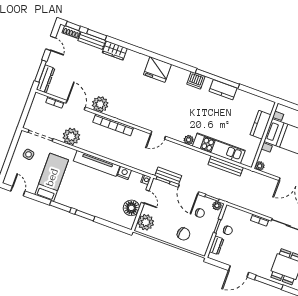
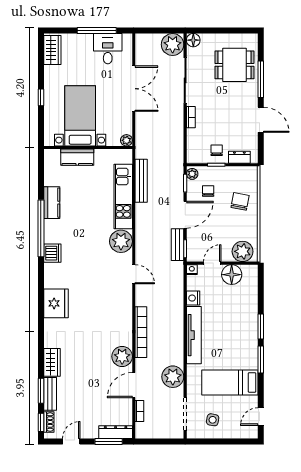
kitchen counter: (223, 90) -> (52, 203), moved
plant: (189, 140) -> (121, 241), width x1.87, depth x1.87

